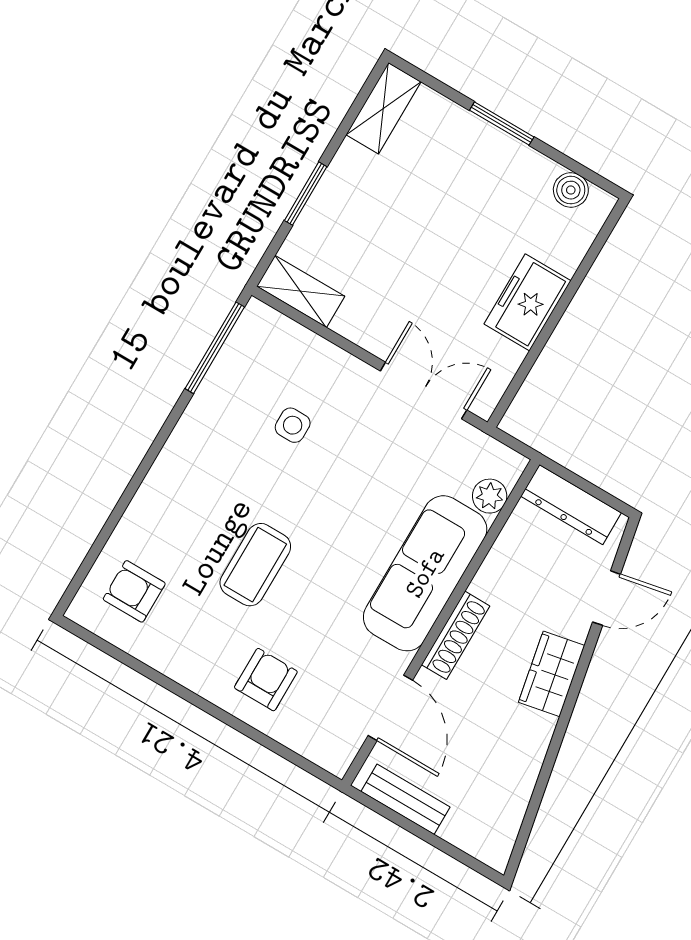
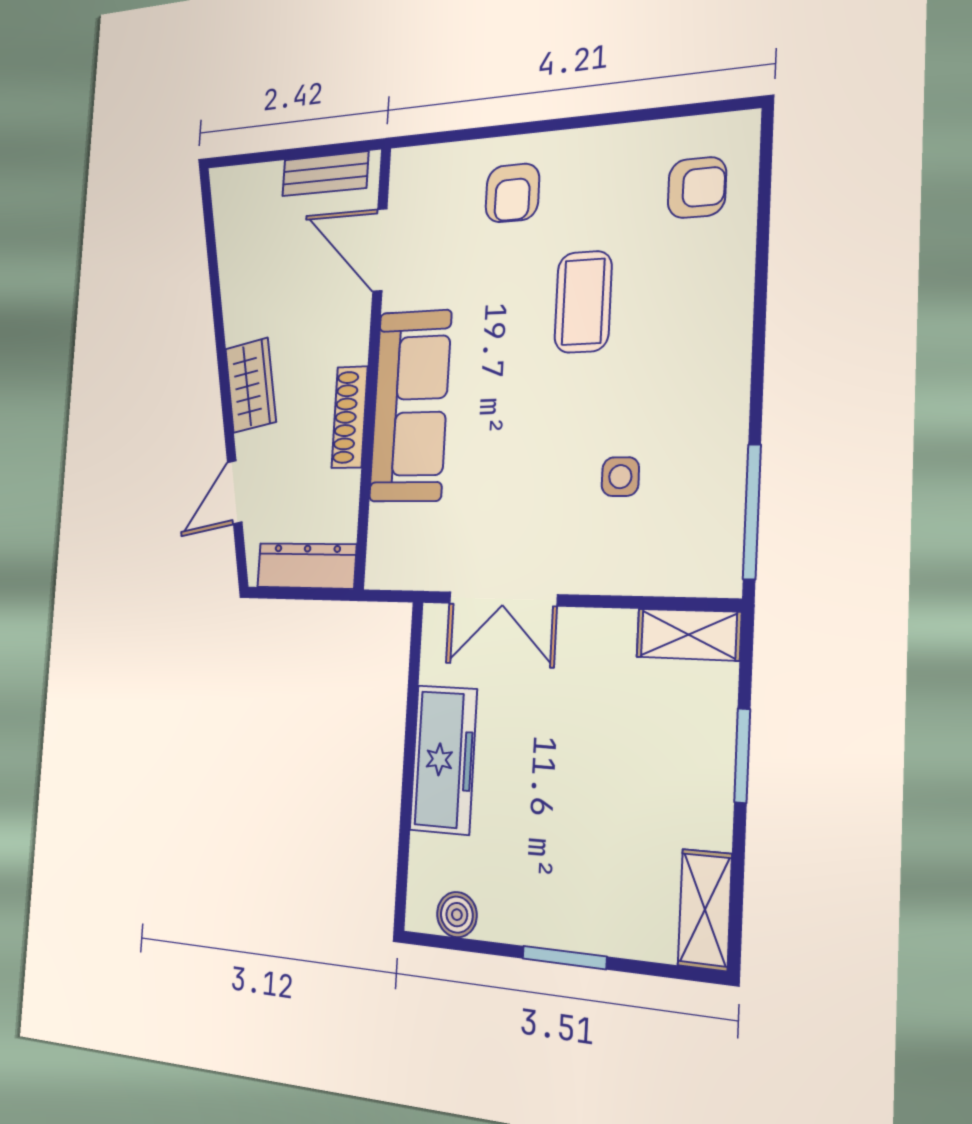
freezer: (527, 302) -> (443, 760), width x1.40
plant: (490, 496) -> (386, 526), removed
shoe rack: (456, 635) -> (350, 417), moved

